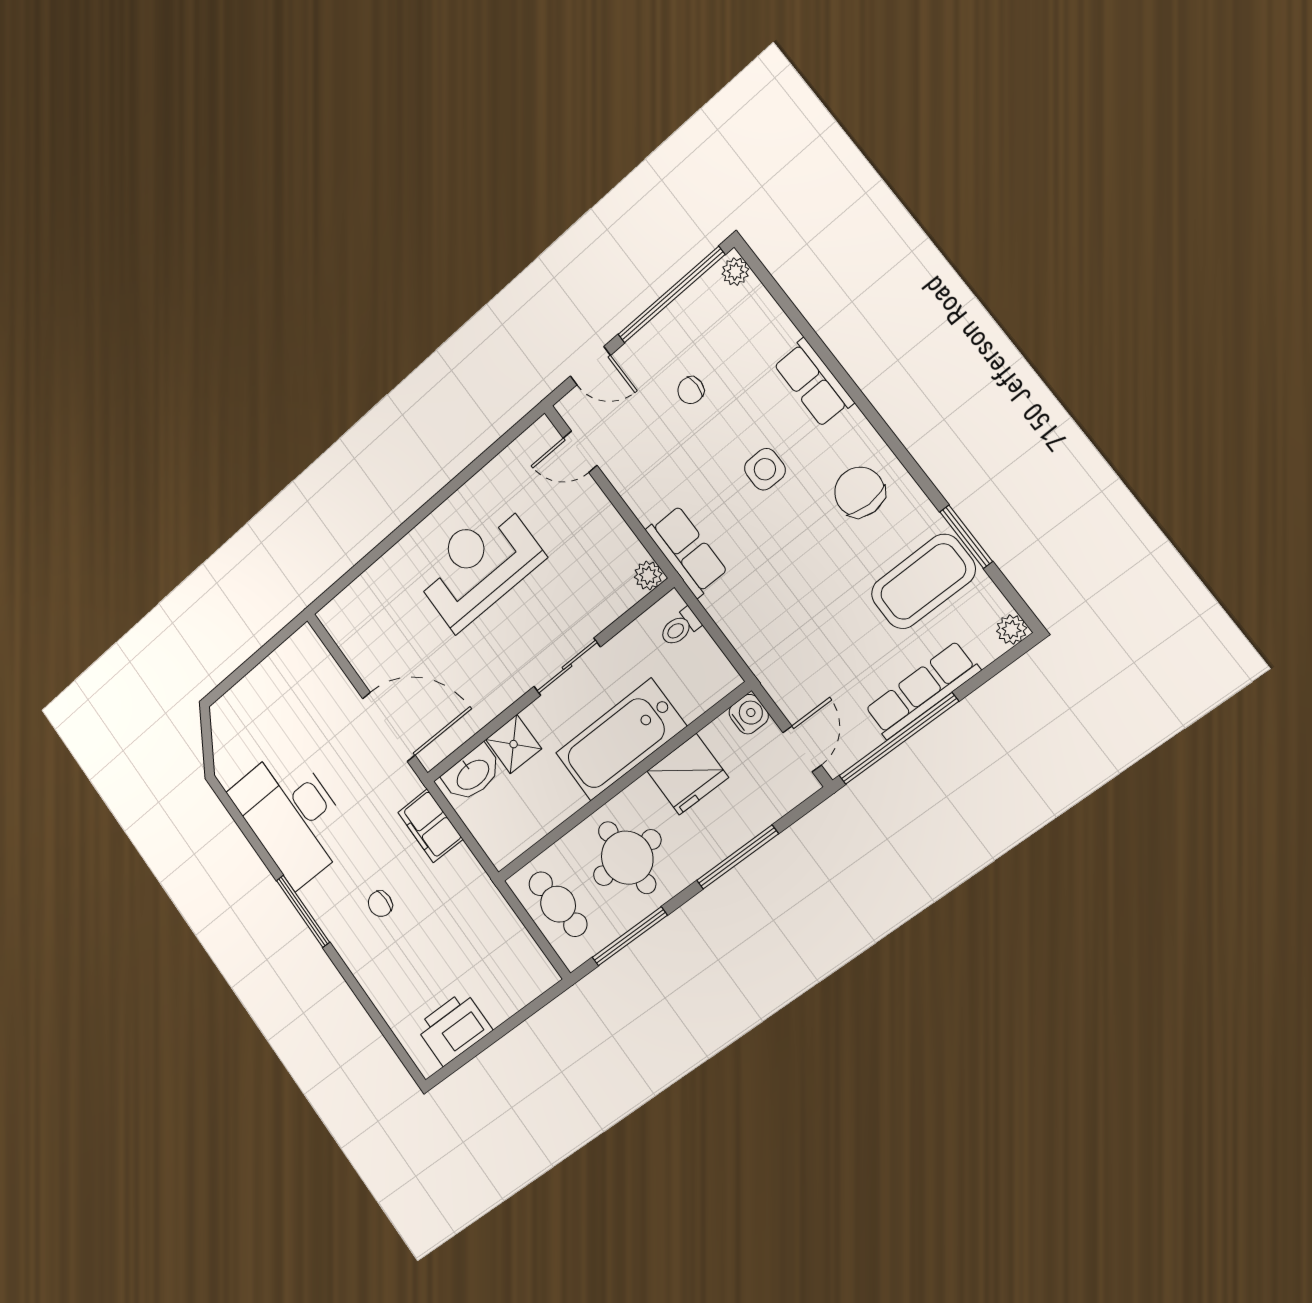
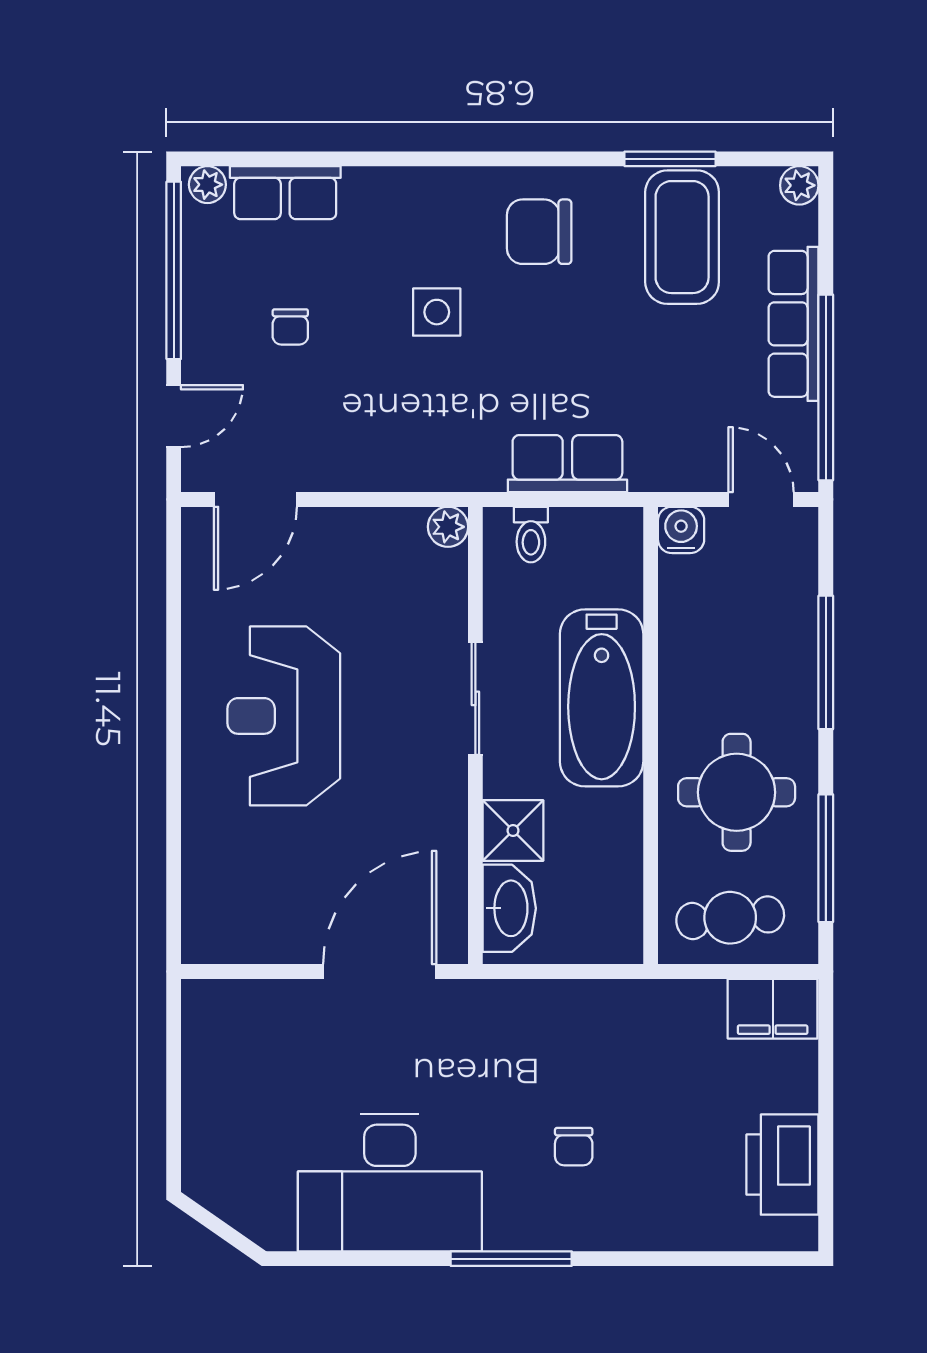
row of seats: (814, 383) -> (285, 193), moved
door: (580, 452) -> (255, 499), width x1.38
row of seats: (687, 551) -> (567, 464), moved
fridge: (688, 774) -> (695, 649), removed
filing cabinet: (430, 826) -> (773, 1009), moved

